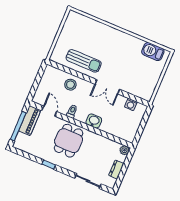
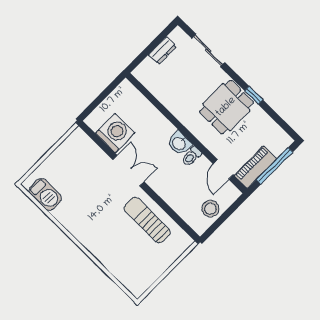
stool: (70, 85) -> (210, 209), moved
washing machine: (131, 104) -> (115, 133), width x1.89, depth x1.89
washbasin: (94, 121) -> (179, 143), moved
dining table: (69, 141) -> (226, 107), moved
plant: (124, 150) -> (140, 73), removed

